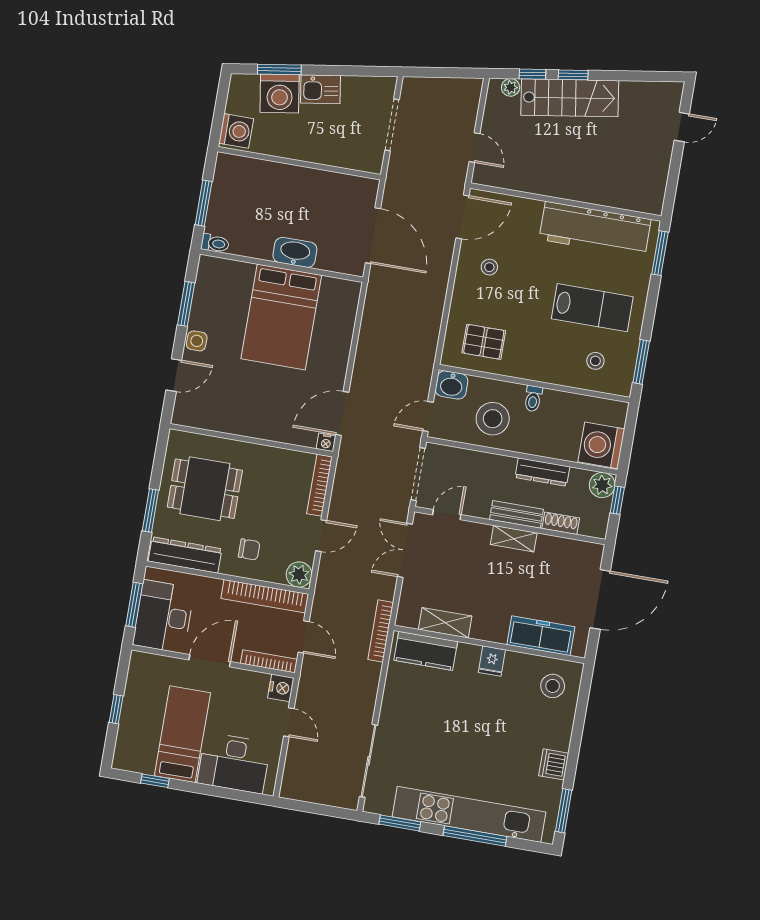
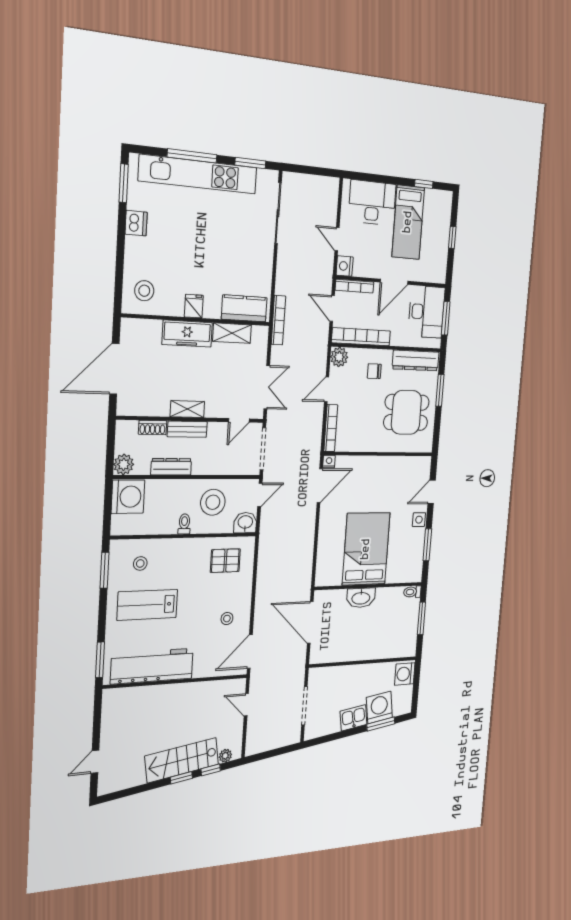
window: (617, 500) -> (110, 454), removed
freezer: (541, 636) -> (187, 334), moved

